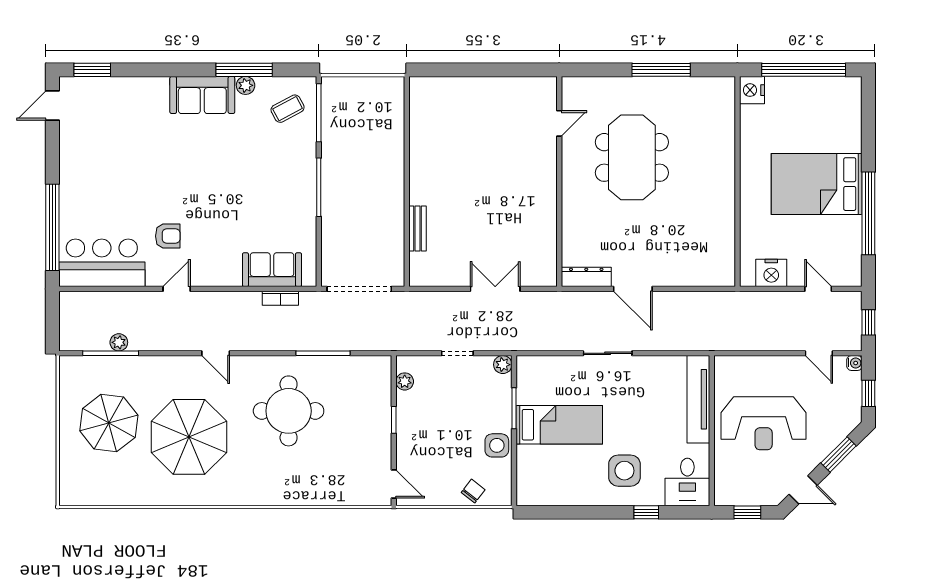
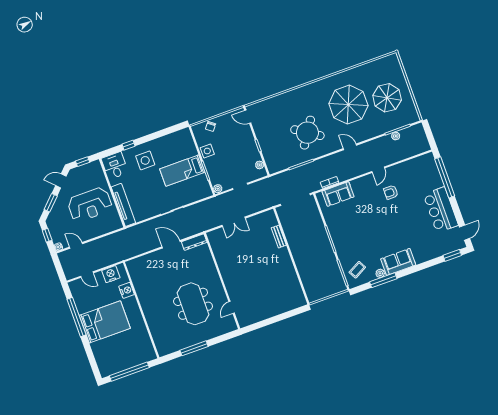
nightstand: (752, 90) -> (127, 290), moved
bar counter: (102, 263) -> (441, 210), moved, turned 90
window: (868, 322) -> (59, 268), removed
round table: (289, 411) -> (307, 133), turned 33
reception desk: (764, 423) -> (90, 205), turned 180

